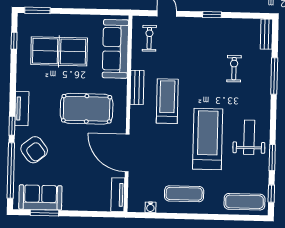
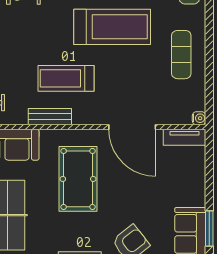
treadmill: (208, 139) -> (112, 27), turned 180
door: (127, 153) -> (132, 127), hinge flipped
water cooler: (150, 207) -> (199, 118), moved

